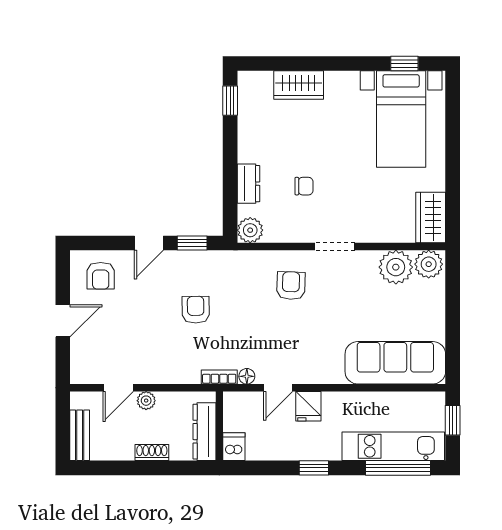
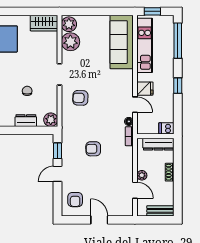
door: (149, 243) -> (58, 174), swing flipped
armchair: (101, 276) -> (75, 200), turned 90
kitchen unit: (393, 446) -> (145, 45), moved, turned 180

